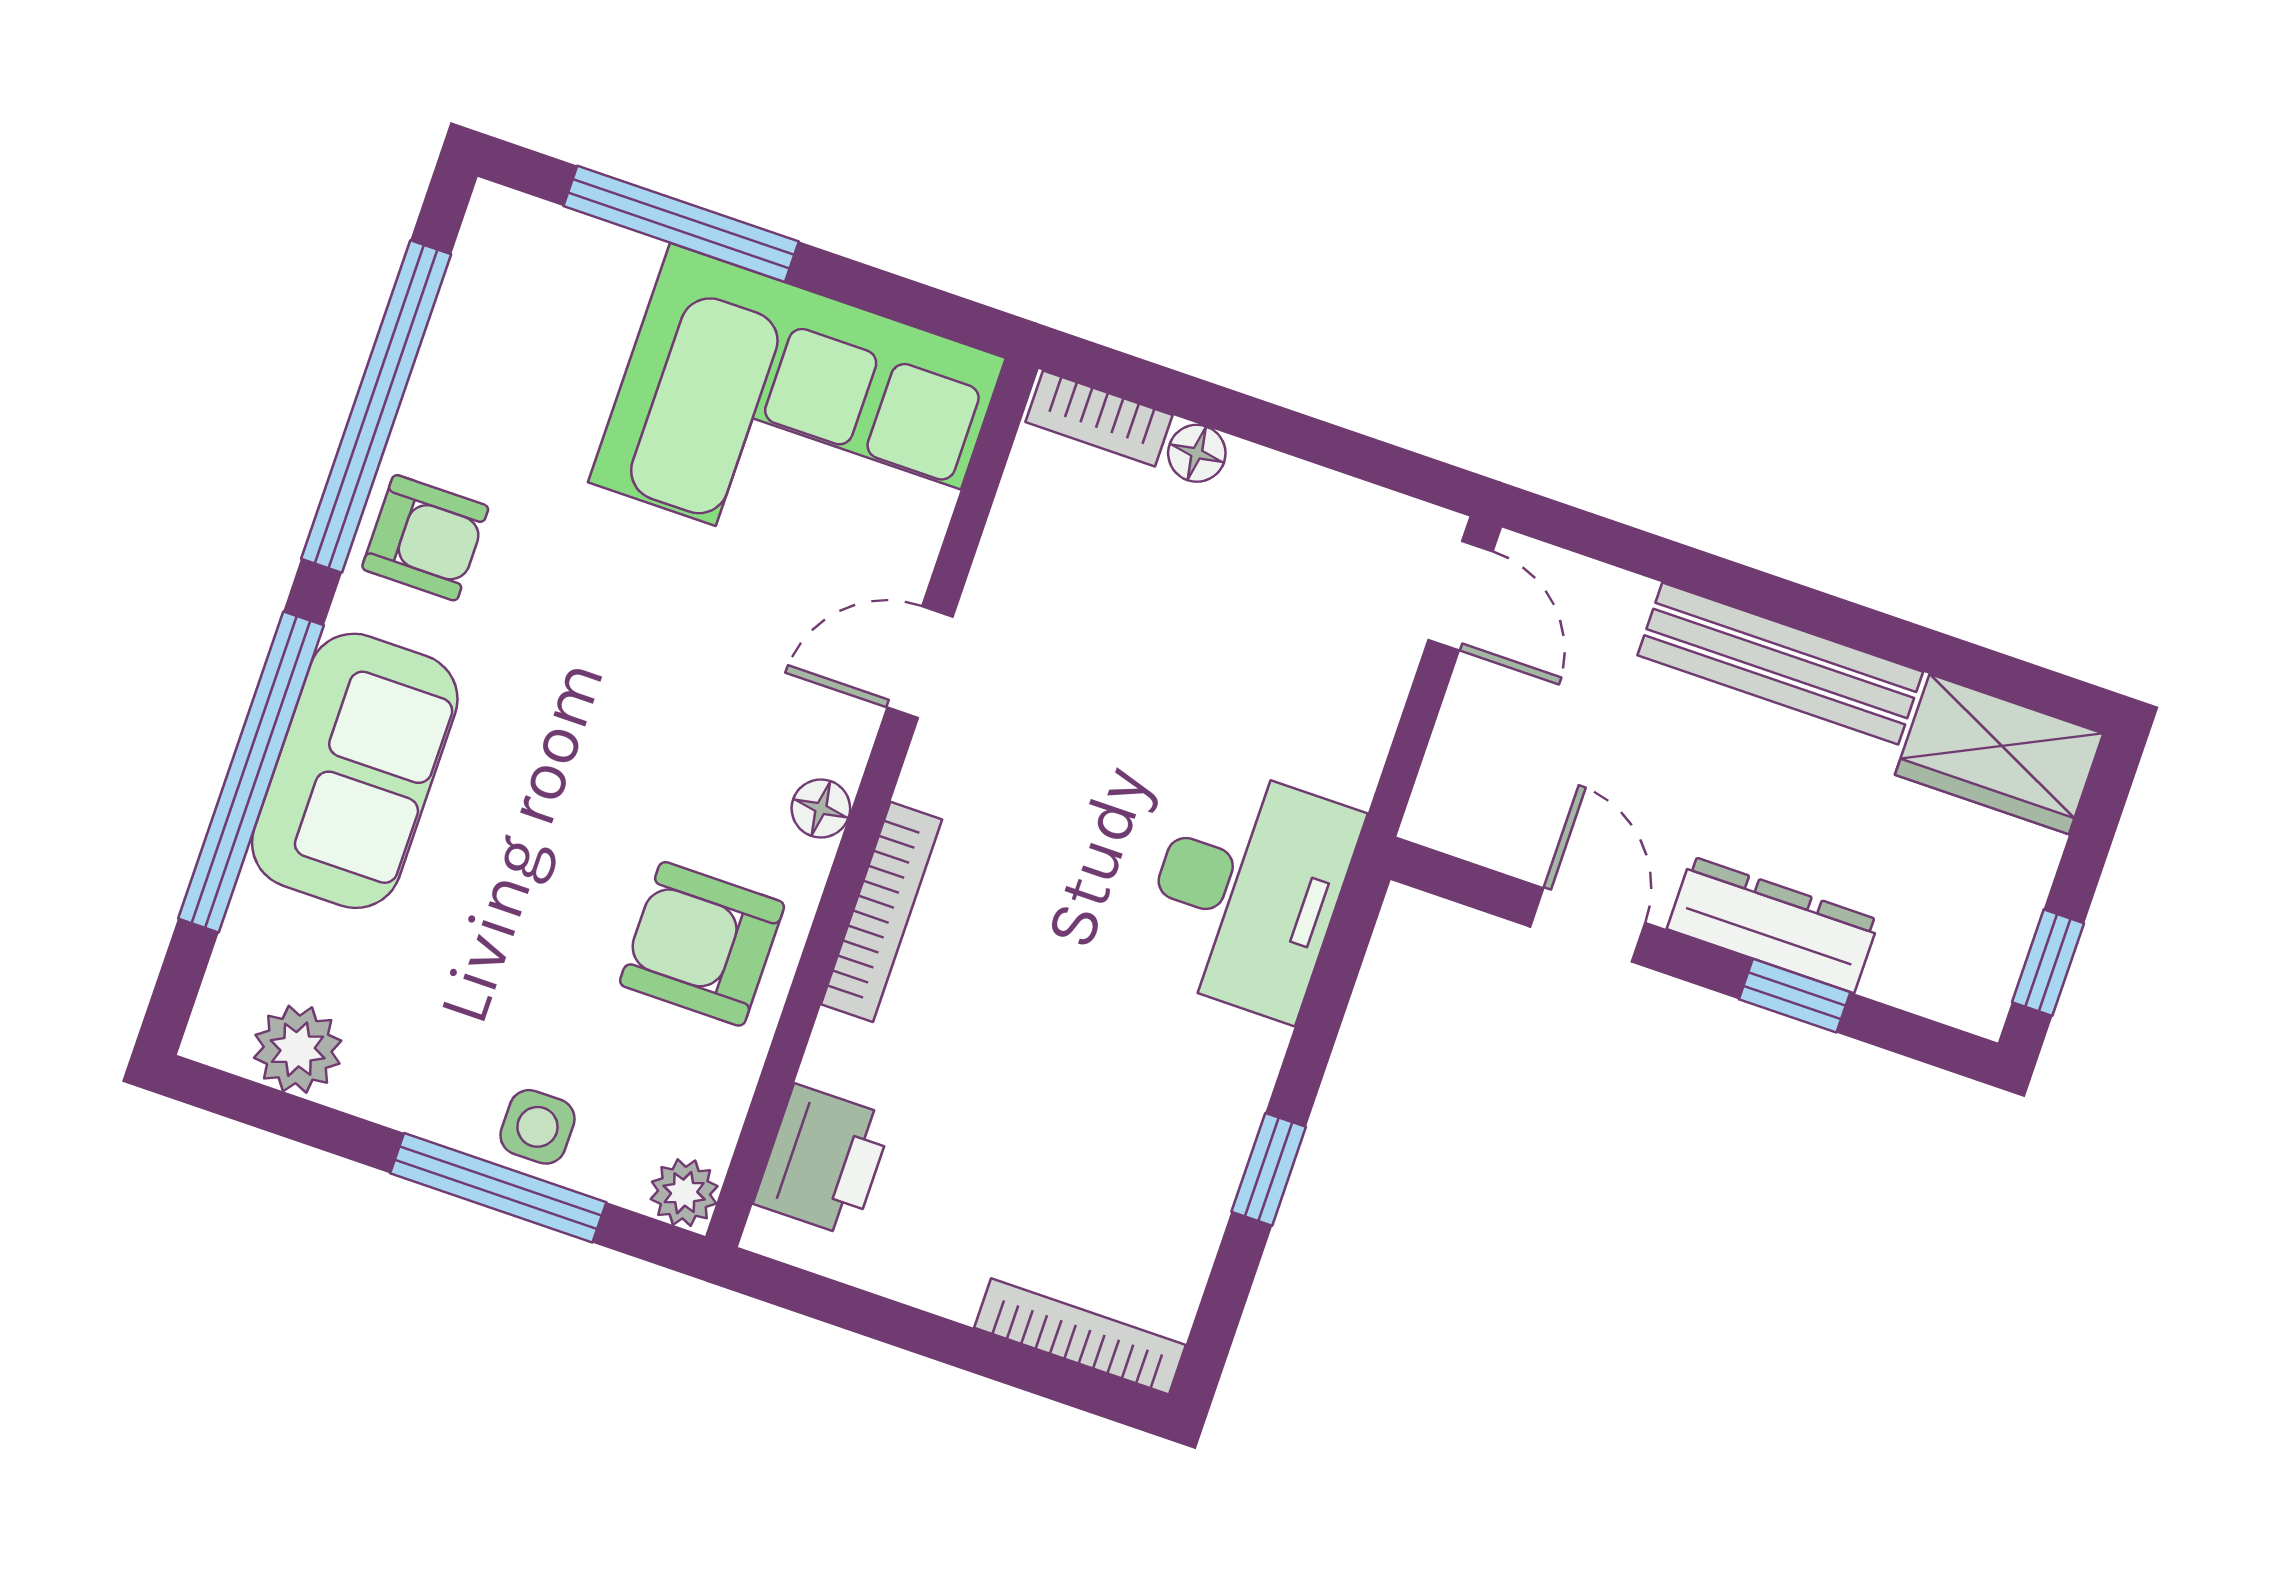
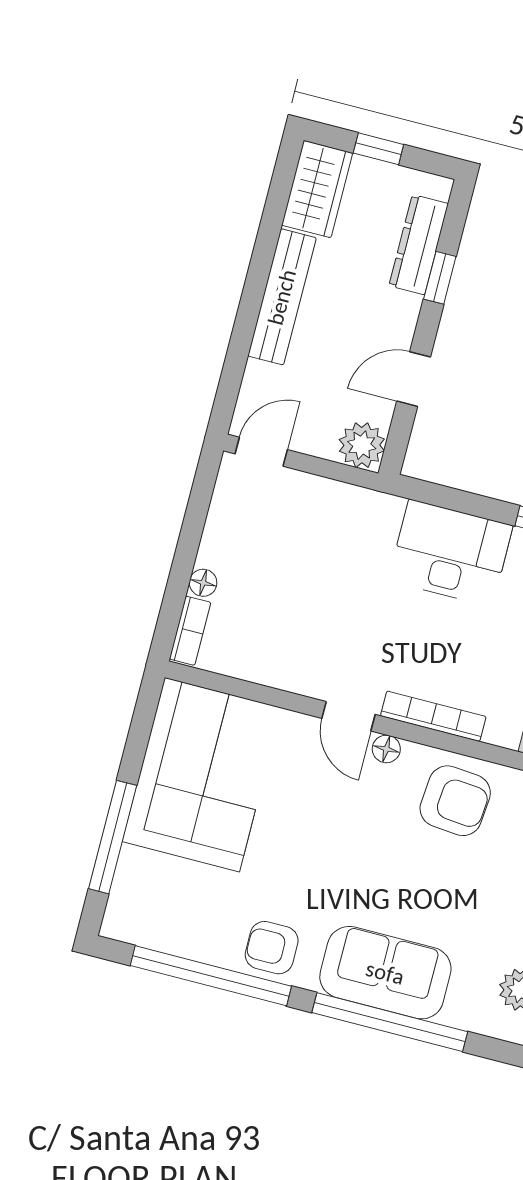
armchair: (425, 538) -> (272, 948), turned -90
door: (920, 662) -> (348, 716), moved
plant: (1458, 806) -> (362, 445), added
desk: (1248, 891) -> (451, 553), moved
dresser: (1773, 925) -> (419, 245), moved
armchair: (702, 944) -> (455, 801), turned -85
window: (2048, 963) -> (378, 149), moved

